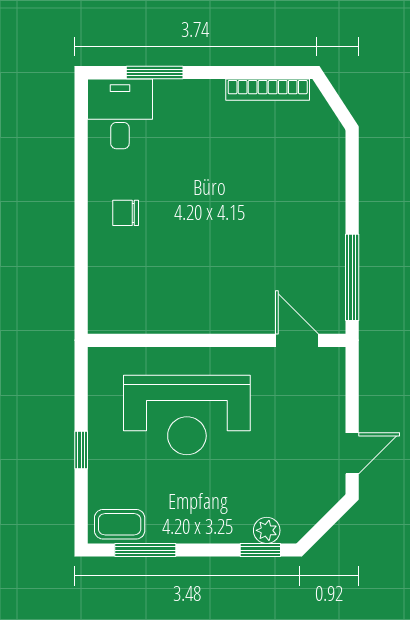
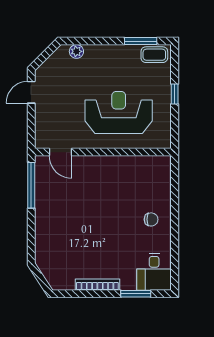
bookcase: (268, 90) -> (97, 285), moved
window: (260, 550) -> (80, 41), removed

